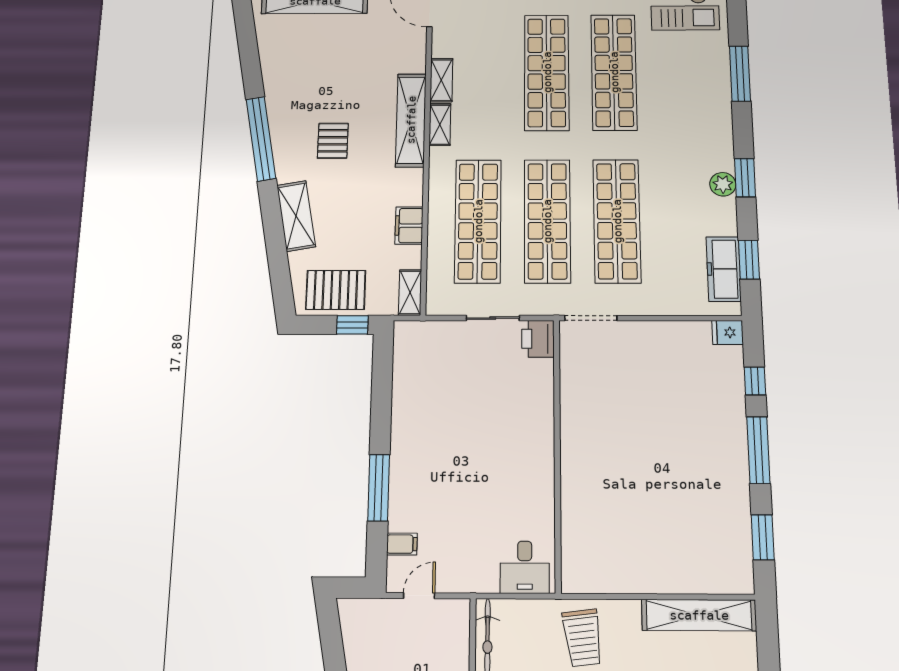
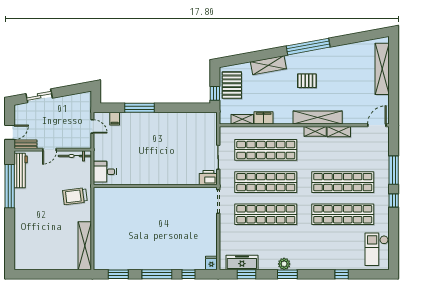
window: (740, 74) -> (342, 274), width x0.46
shelving: (410, 293) -> (242, 119), moved

